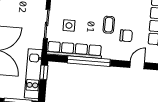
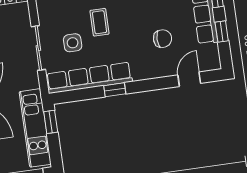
coffee table: (109, 25) -> (99, 22), moved
window: (89, 61) -> (115, 90), width x0.32

